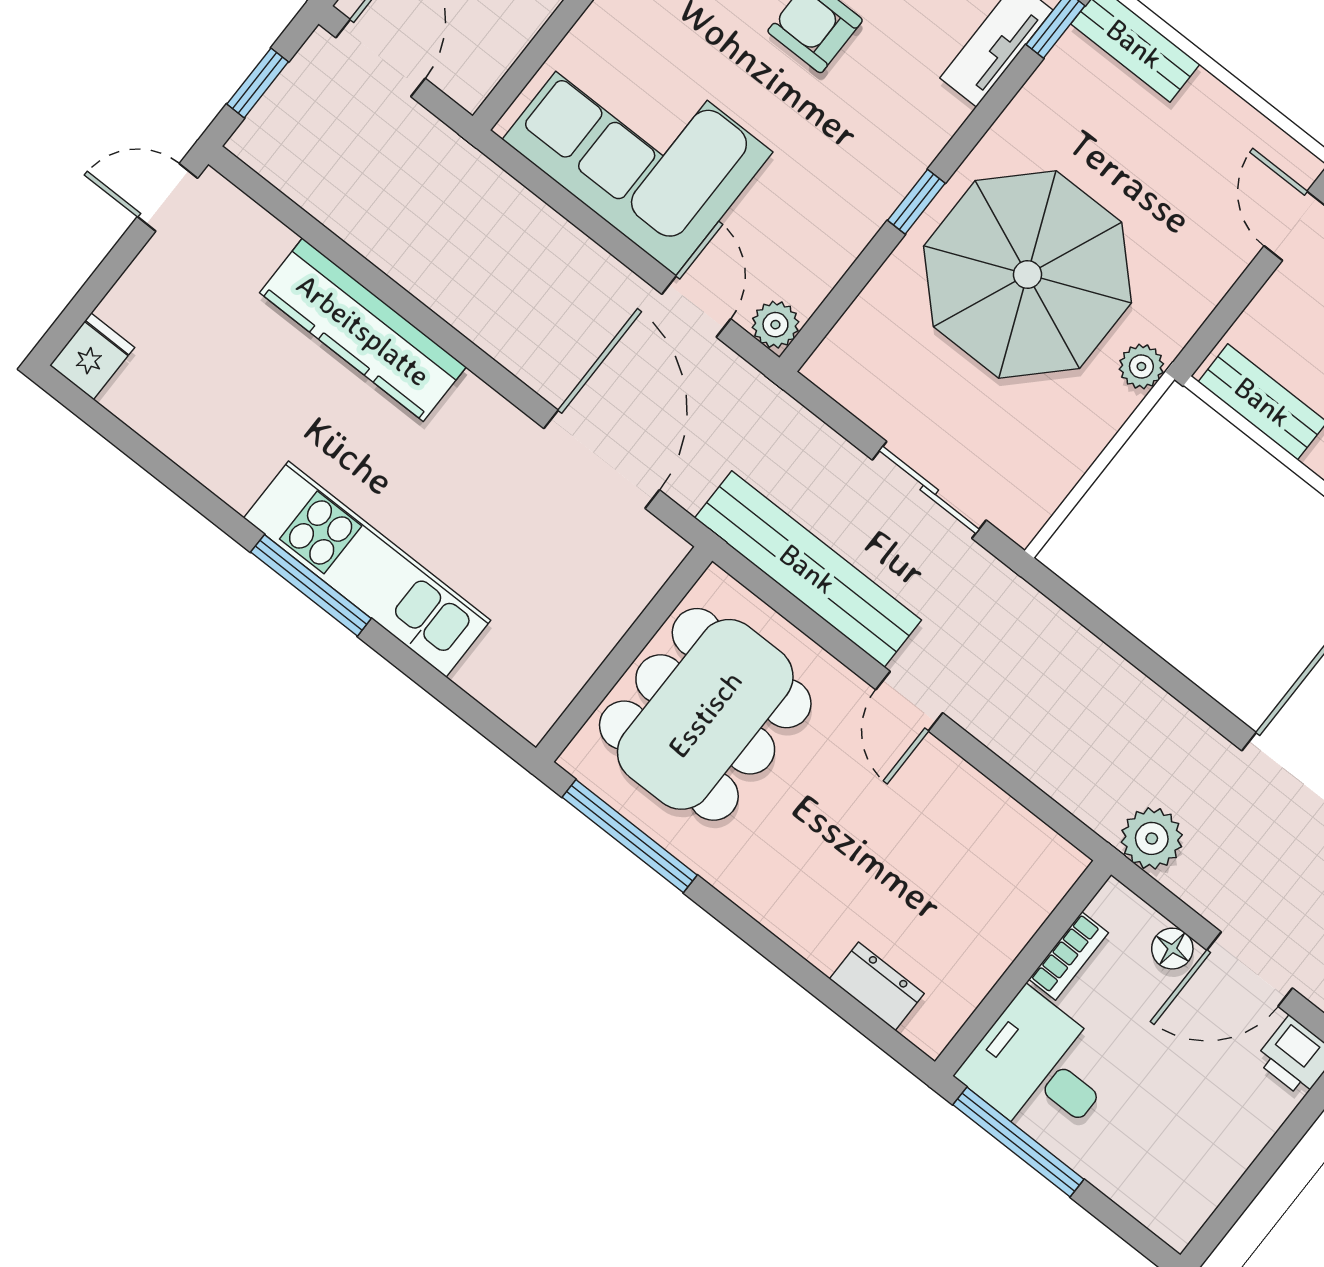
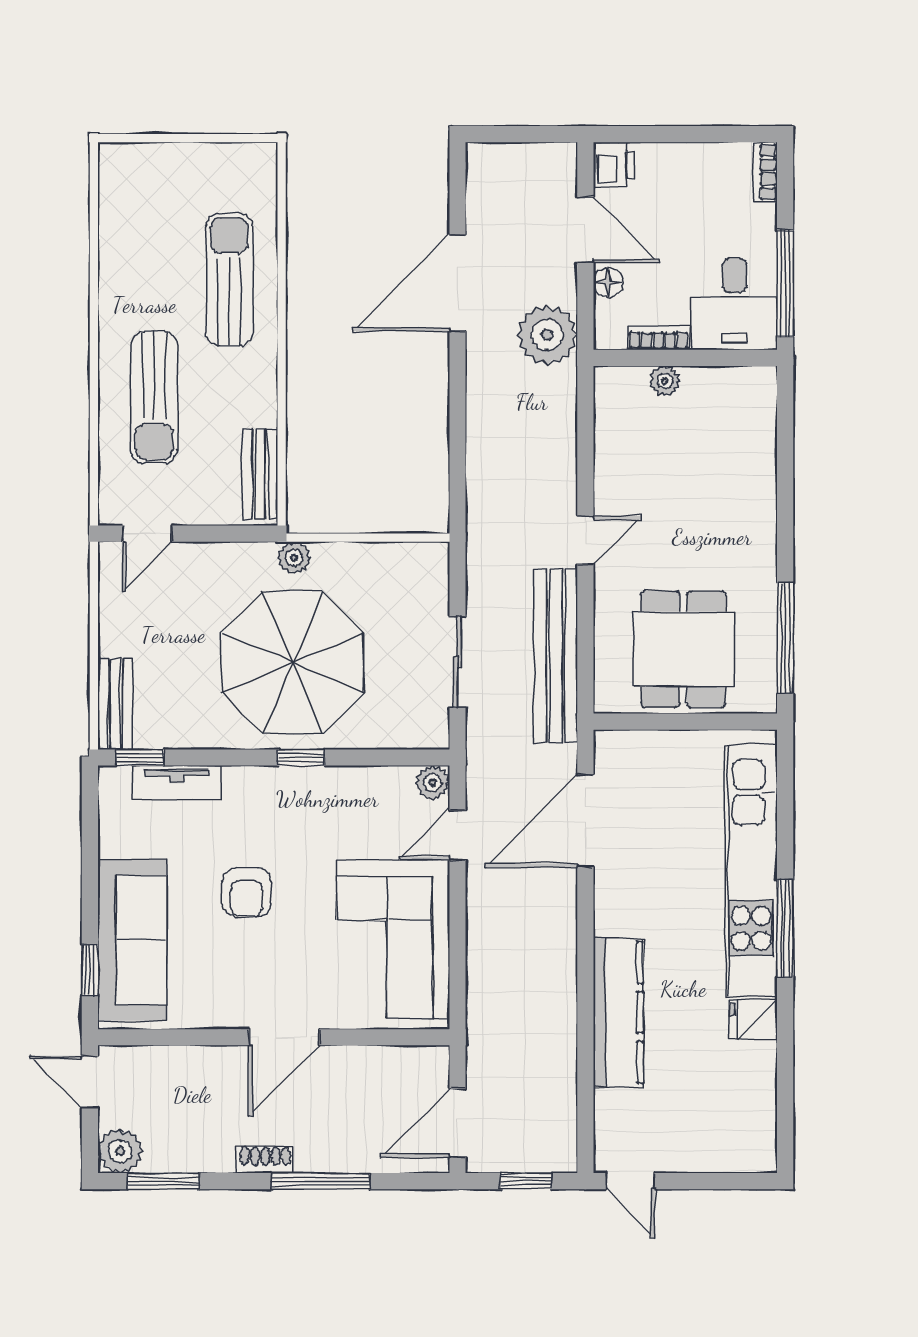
fridge: (92, 356) -> (753, 1020), moved
sliding door: (929, 490) -> (458, 662), moved
kitchen unit: (367, 569) -> (751, 870), width x1.36
dining table: (705, 714) -> (683, 649), width x0.73
plant: (1152, 838) -> (547, 335), width x1.36, depth x1.36
plant: (1015, 926) -> (665, 381), added
dresser: (877, 986) -> (760, 432), removed
bookcase: (1158, 1216) -> (765, 172), added

